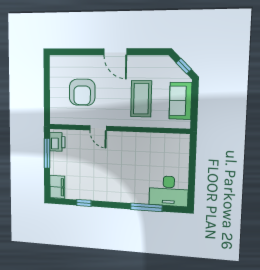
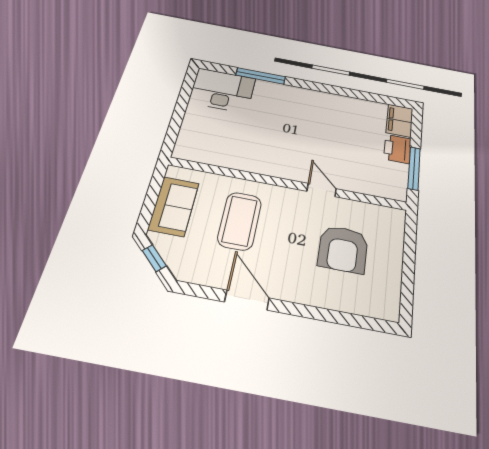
door: (115, 52) -> (247, 300), moved
armchair: (82, 92) -> (343, 249), turned 180
printer: (57, 142) -> (397, 149), moved
window: (84, 203) -> (358, 94), removed

